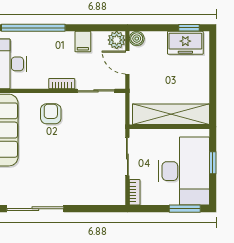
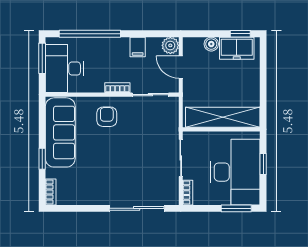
boiler: (137, 39) -> (211, 44), moved
sliding door: (35, 209) -> (137, 208), moved

